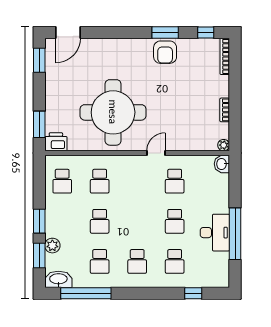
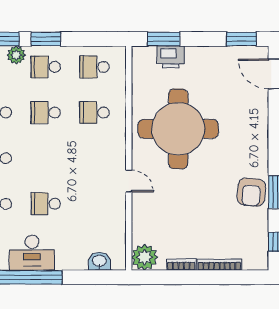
armchair: (165, 52) -> (251, 192), turned -85
bookcase: (225, 56) -> (219, 265), moved
printer: (56, 142) -> (171, 57), moved, turned 90
plant: (224, 145) -> (145, 257), width x1.87, depth x1.87
washbasin: (222, 164) -> (99, 261), moved
school desk: (175, 181) -> (46, 67), moved

